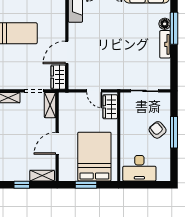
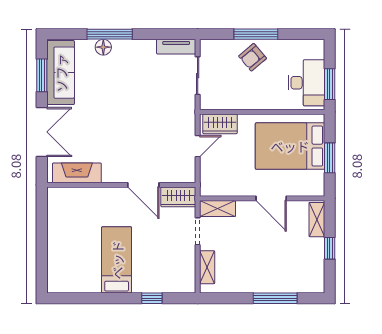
tv unit: (165, 44) -> (176, 47), moved
window: (138, 185) -> (330, 84), added

